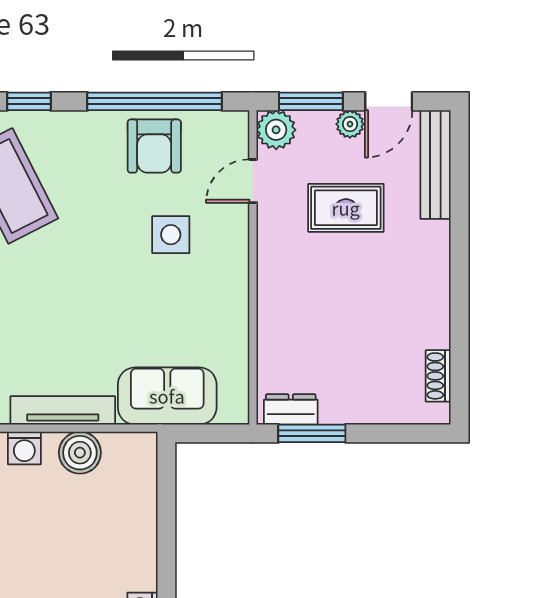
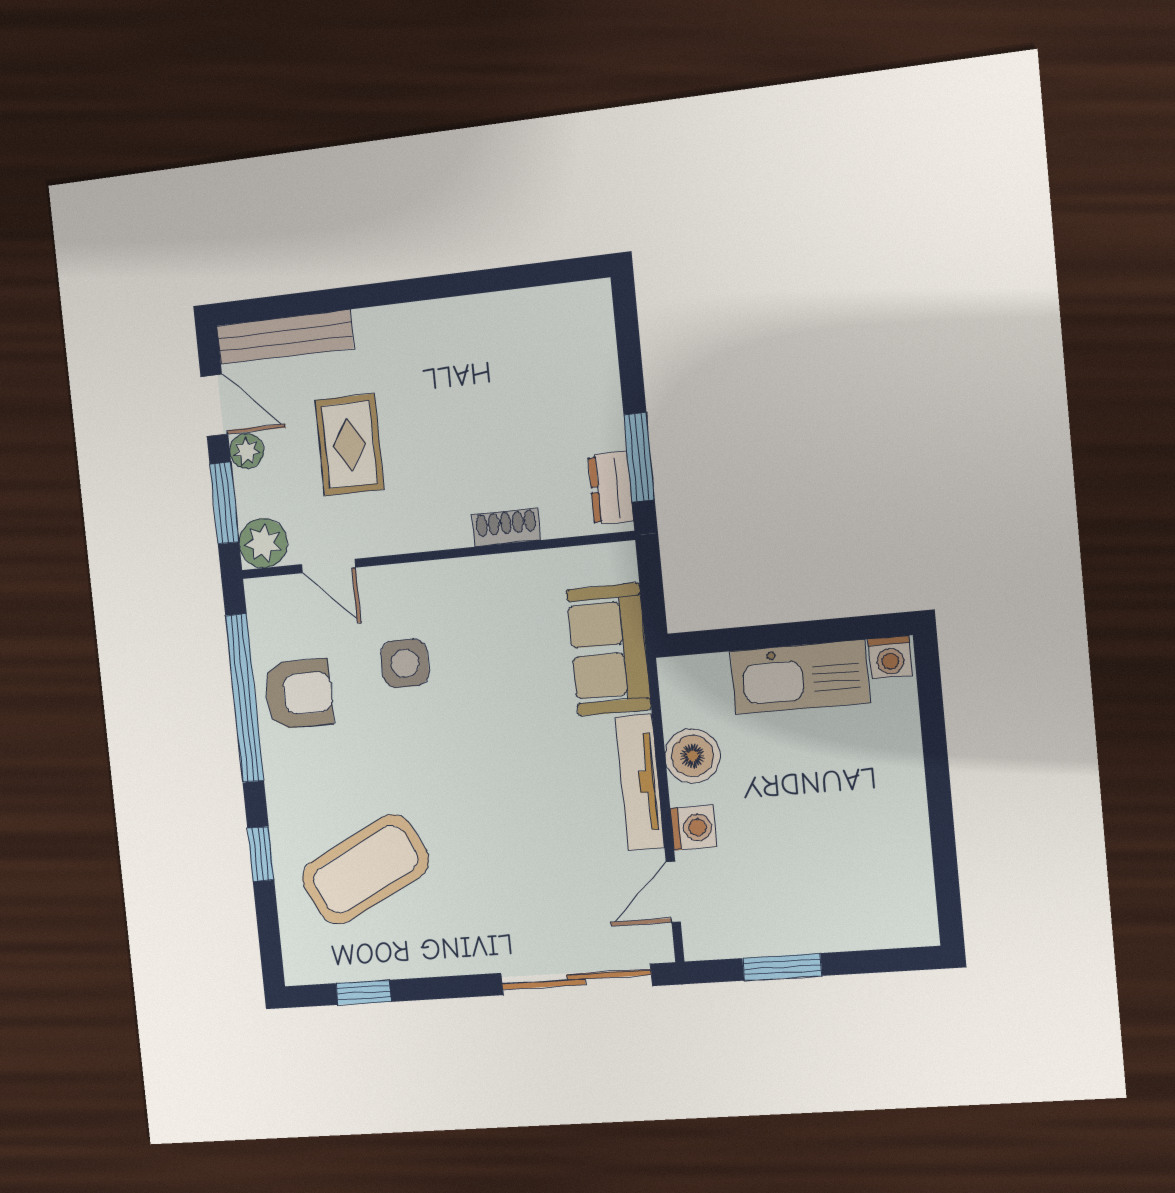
shoe rack: (438, 376) -> (506, 527), moved, turned 180
kitchen sink: (133, 539) -> (800, 677), added

